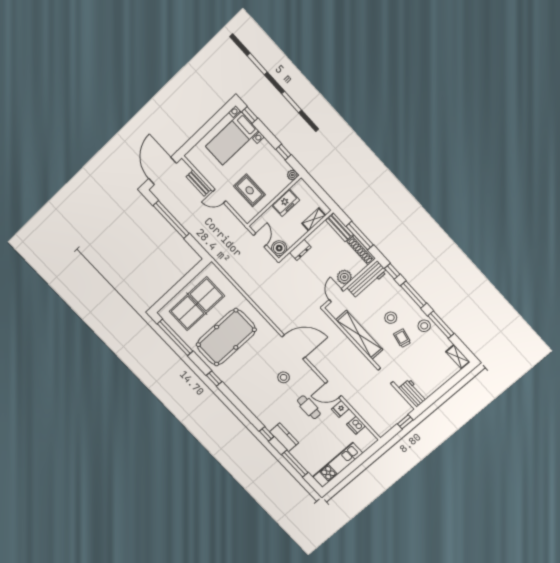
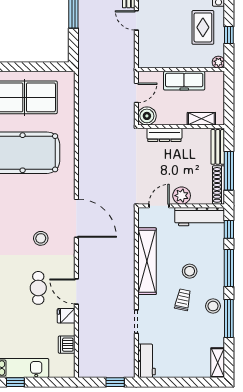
rug: (250, 190) -> (203, 27), moved
freezer: (286, 203) -> (184, 81), width x1.40
dresser: (300, 250) -> (164, 135), width x1.44
window: (346, 472) -> (15, 382), added

